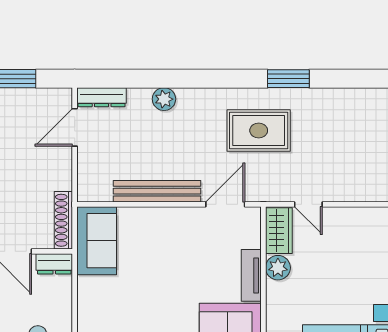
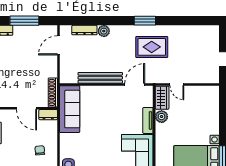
window: (288, 79) -> (145, 21), moved
dresser: (102, 97) -> (84, 30), moved
sofa: (97, 241) -> (70, 109), width x1.36

